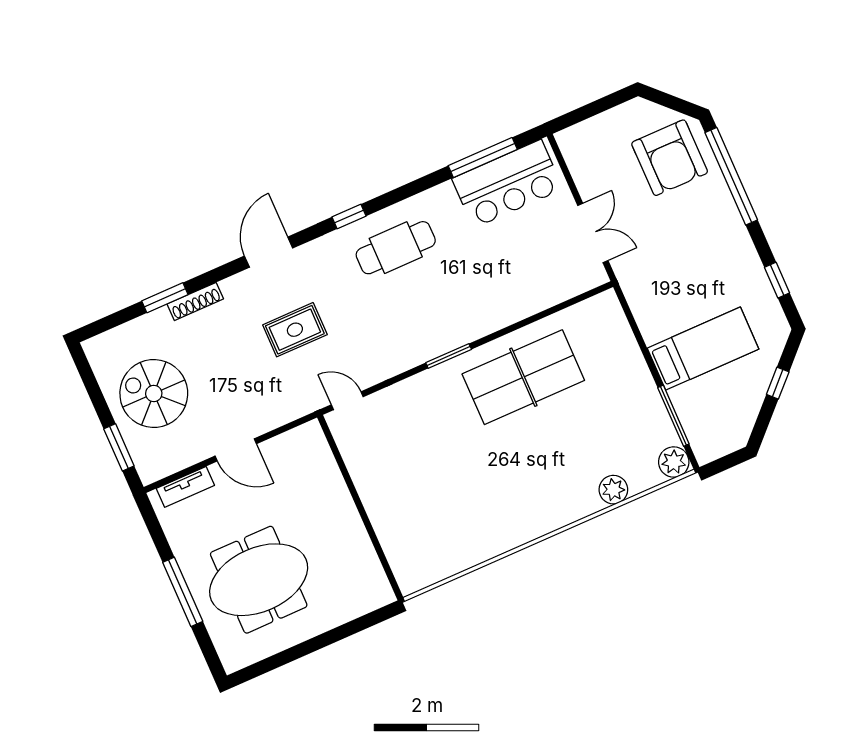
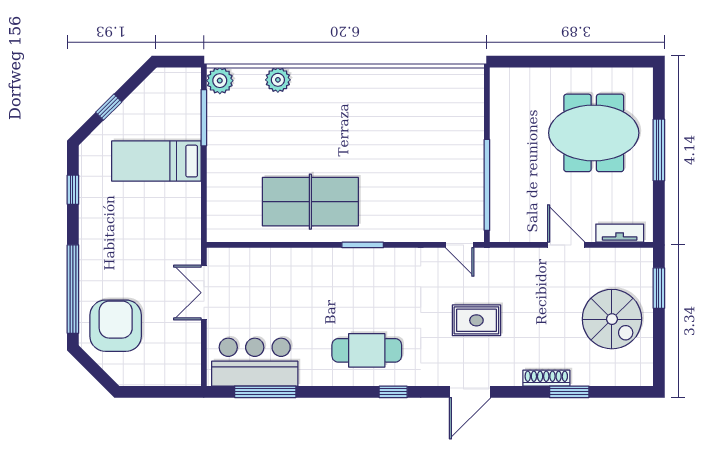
window: (346, 476) -> (487, 185), added

